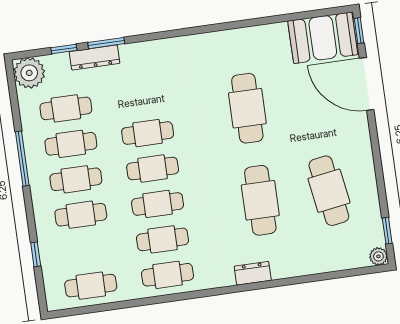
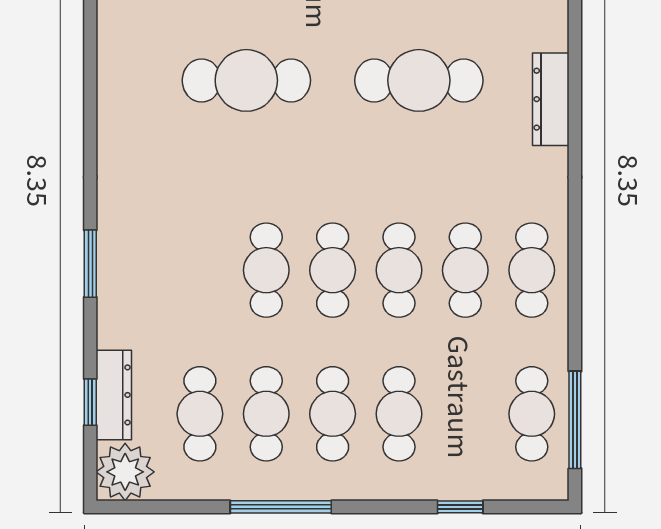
window: (106, 43) -> (90, 264), moved
dresser: (95, 57) -> (114, 395), moved
dresser: (253, 273) -> (551, 99), width x1.44
window: (91, 309) -> (575, 420), added

